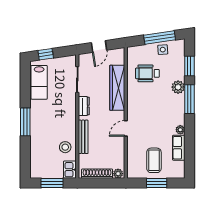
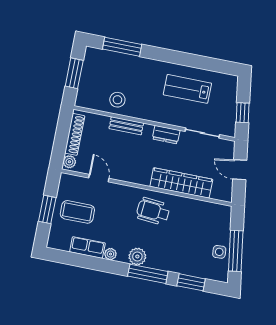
window: (46, 54) -> (243, 113), moved
wheelchair: (147, 73) -> (153, 211), moved, turned -85
lab bench: (39, 82) -> (187, 89), moved
plant: (178, 87) -> (137, 256), moved
window: (25, 122) -> (122, 47), moved
door: (126, 128) -> (99, 178), moved
bench: (83, 137) -> (126, 126), width x0.73
kitchen sink: (70, 170) -> (87, 100), removed

